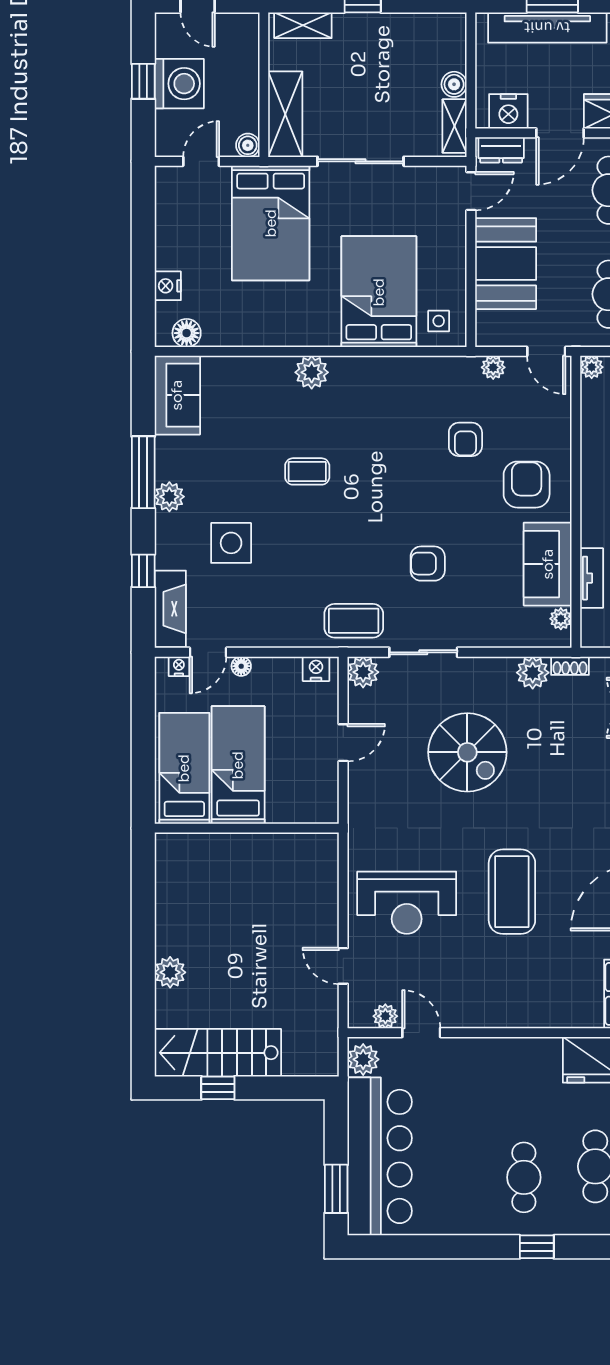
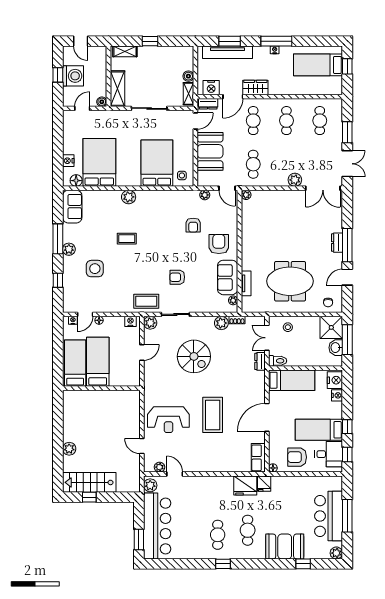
bed: (271, 223) -> (99, 162), moved, turned 180
fireplace: (170, 609) -> (69, 296), removed

